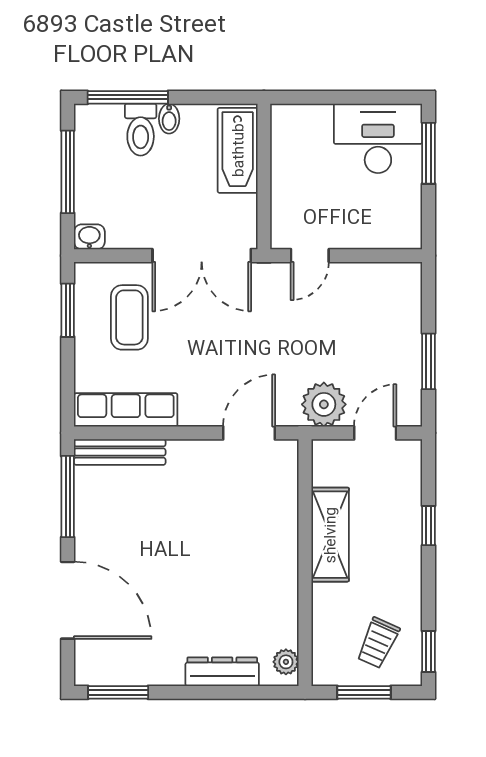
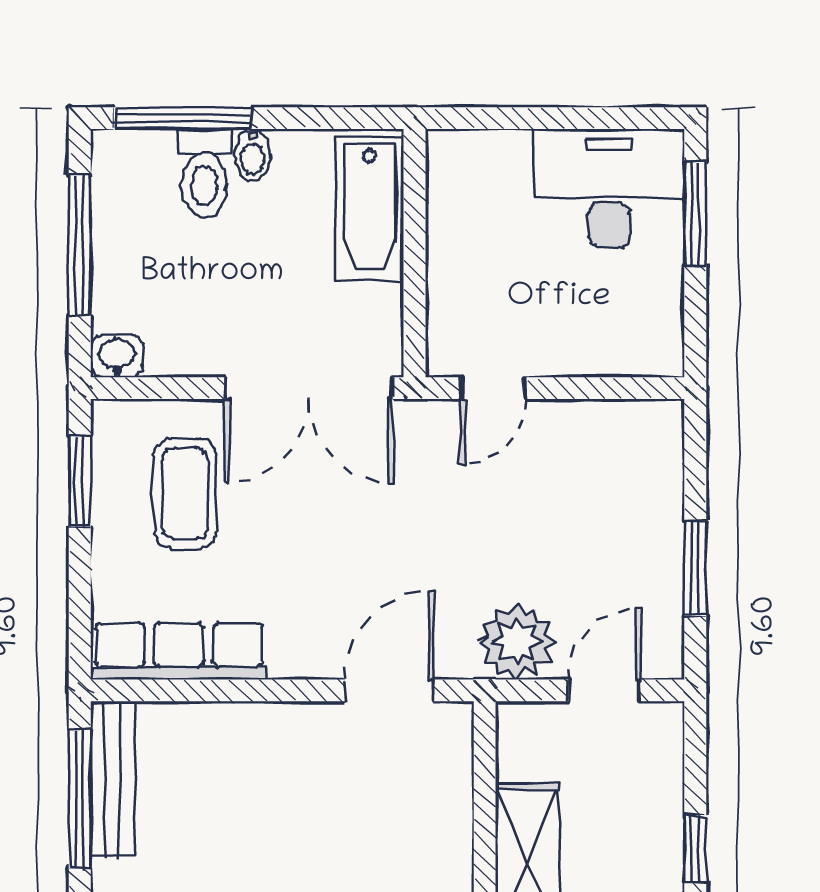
bench: (120, 452) -> (112, 779), moved, turned 90

